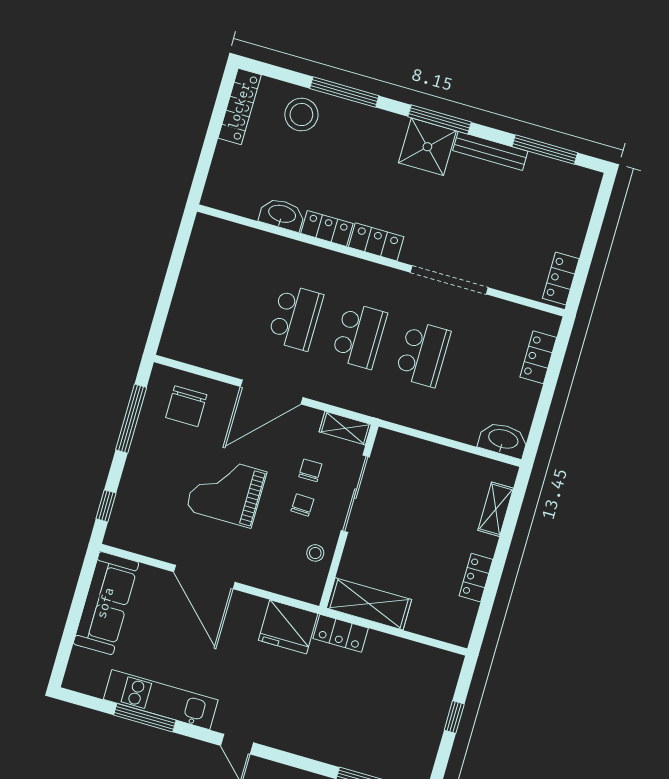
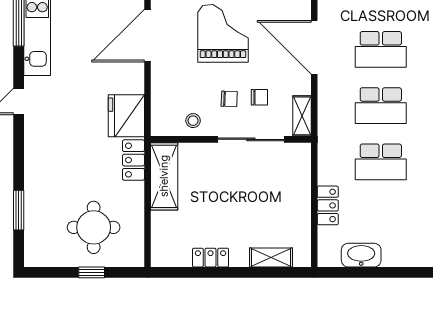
locker: (538, 357) -> (328, 205), moved, turned 90
washbasin: (503, 440) -> (361, 255), moved, turned -90
round table: (404, 700) -> (94, 227), added

